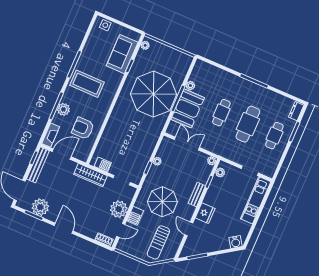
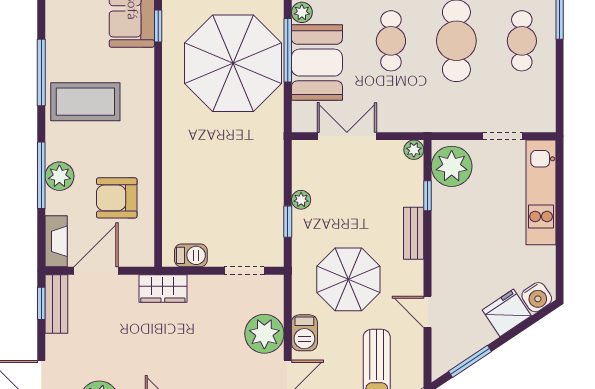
bench: (38, 165) -> (56, 304), width x0.73
plant: (220, 172) -> (452, 166), width x1.88, depth x1.88
wardrobe: (90, 175) -> (163, 288), width x0.67
fridge: (205, 213) -> (507, 313), moved, turned -124

